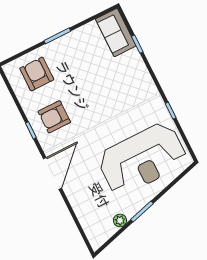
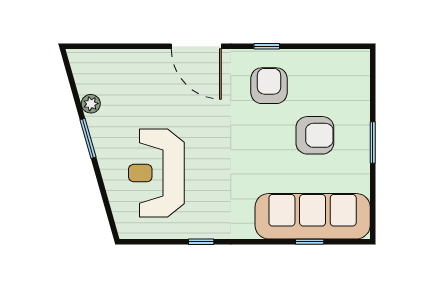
sofa: (116, 32) -> (313, 216), width x1.85, depth x1.27
armchair: (37, 74) -> (315, 135), moved
reception desk: (142, 159) -> (156, 173), width x0.74, depth x0.77

